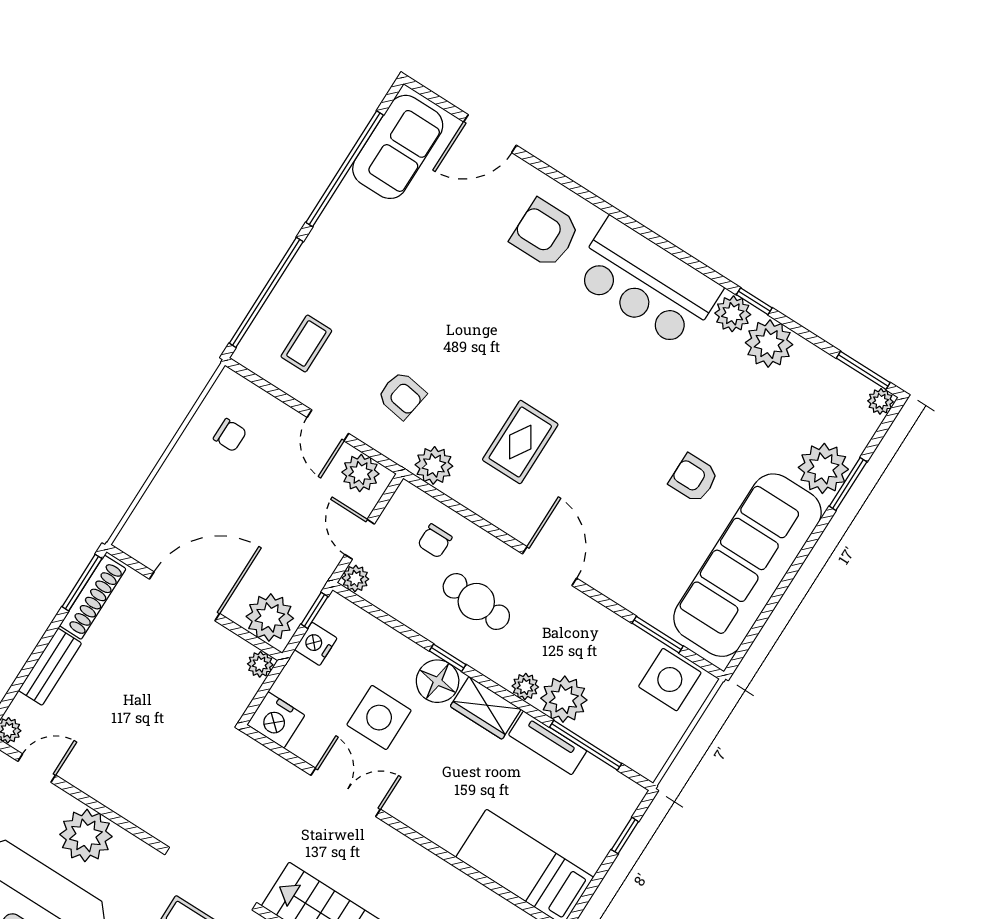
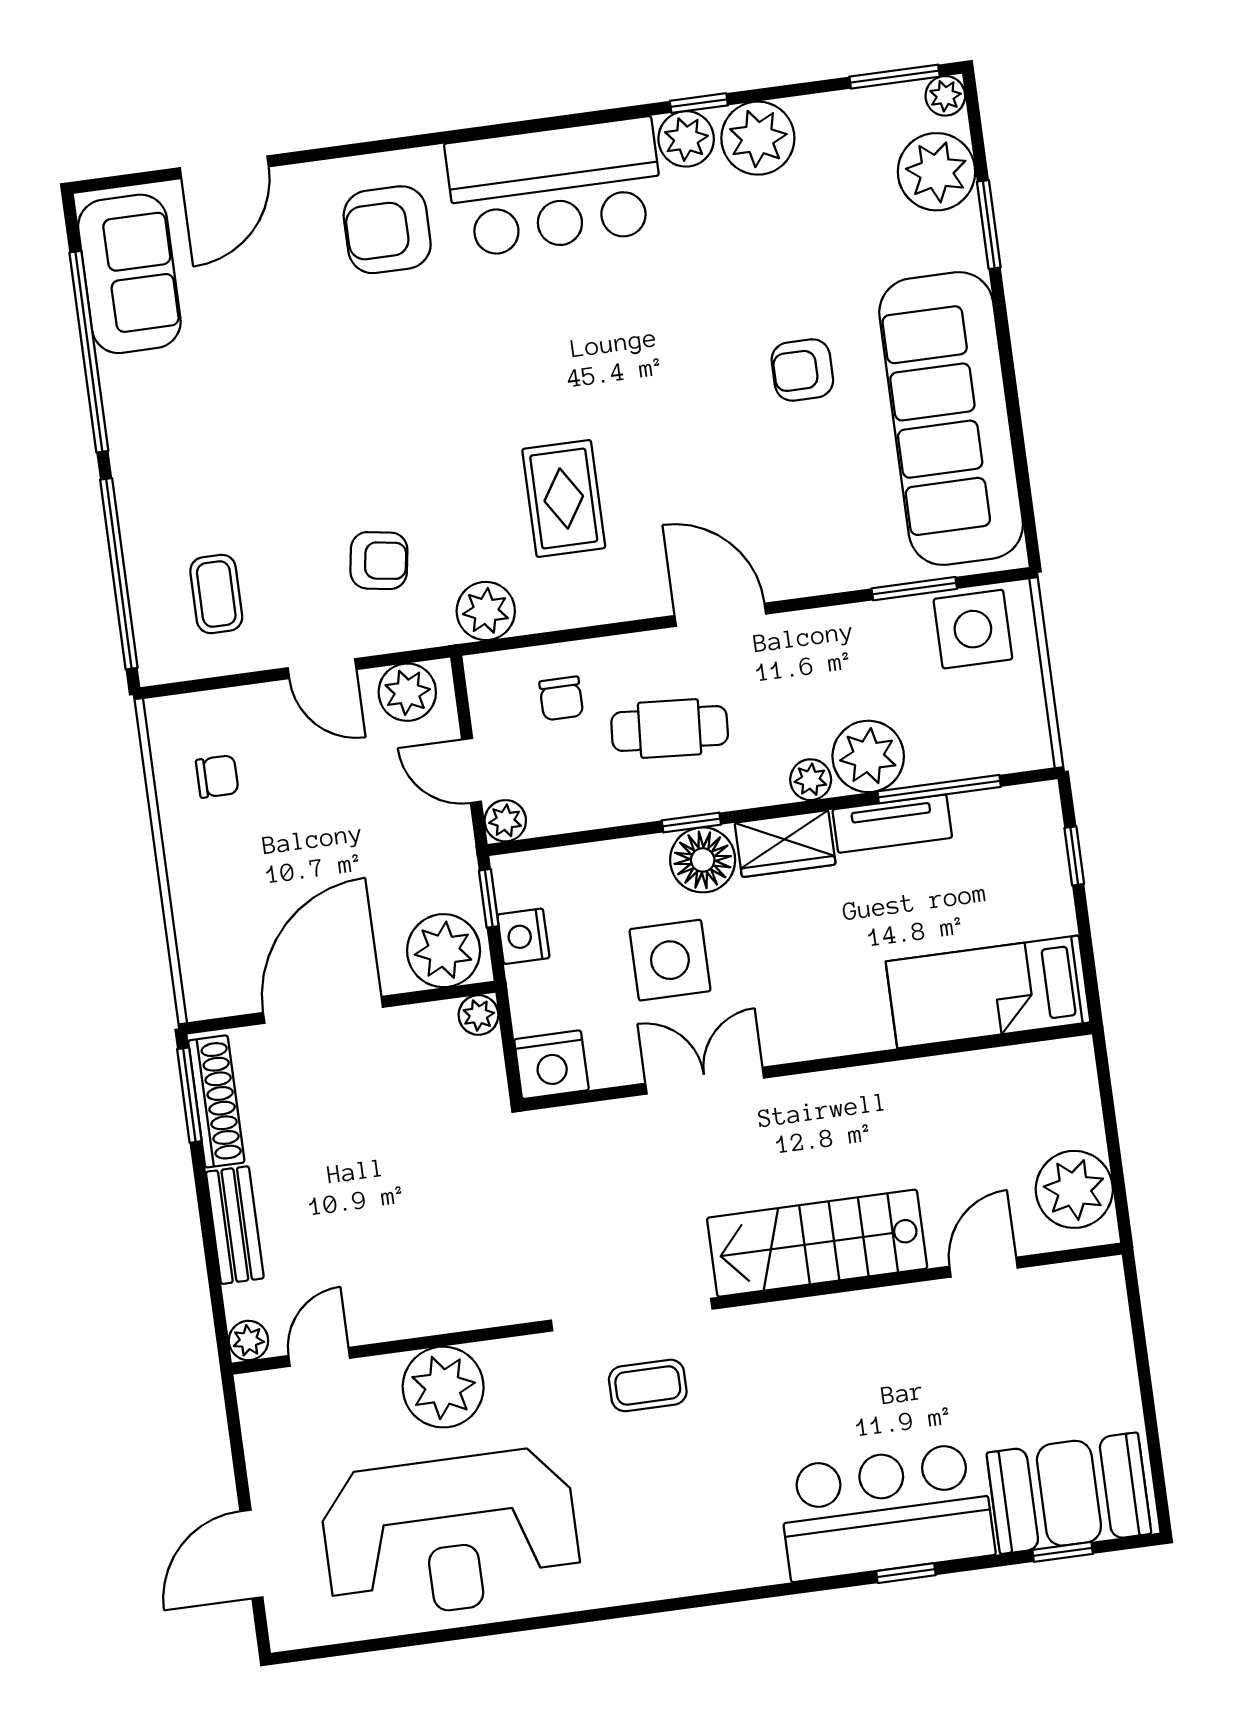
plant: (823, 468) -> (936, 172), moved

